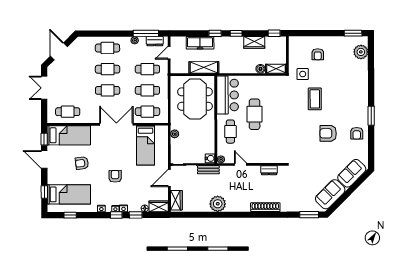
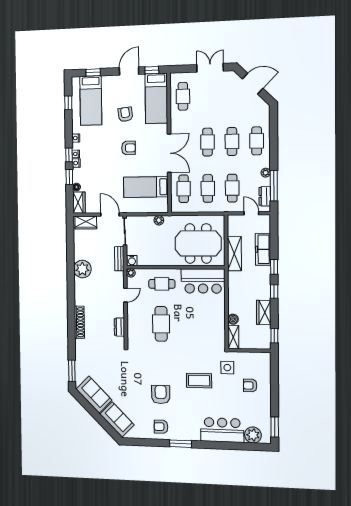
bar counter: (358, 79) -> (222, 430), added
cafe table: (255, 114) -> (161, 324), moved, turned 90
armchair: (115, 176) -> (128, 148), moved

